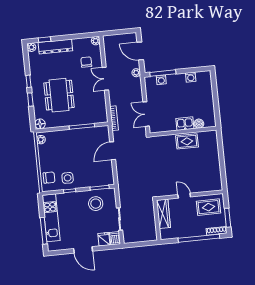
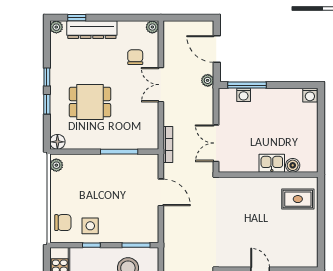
washing machine: (191, 77) -> (310, 95), moved
dining table: (59, 95) -> (90, 102), width x0.73
rug: (187, 141) -> (298, 199), moved
door: (113, 151) -> (161, 192), swing flipped

